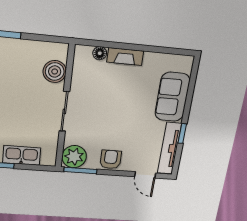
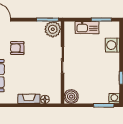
boiler: (55, 72) -> (71, 97), moved
armchair: (111, 159) -> (17, 48), moved, turned 90

